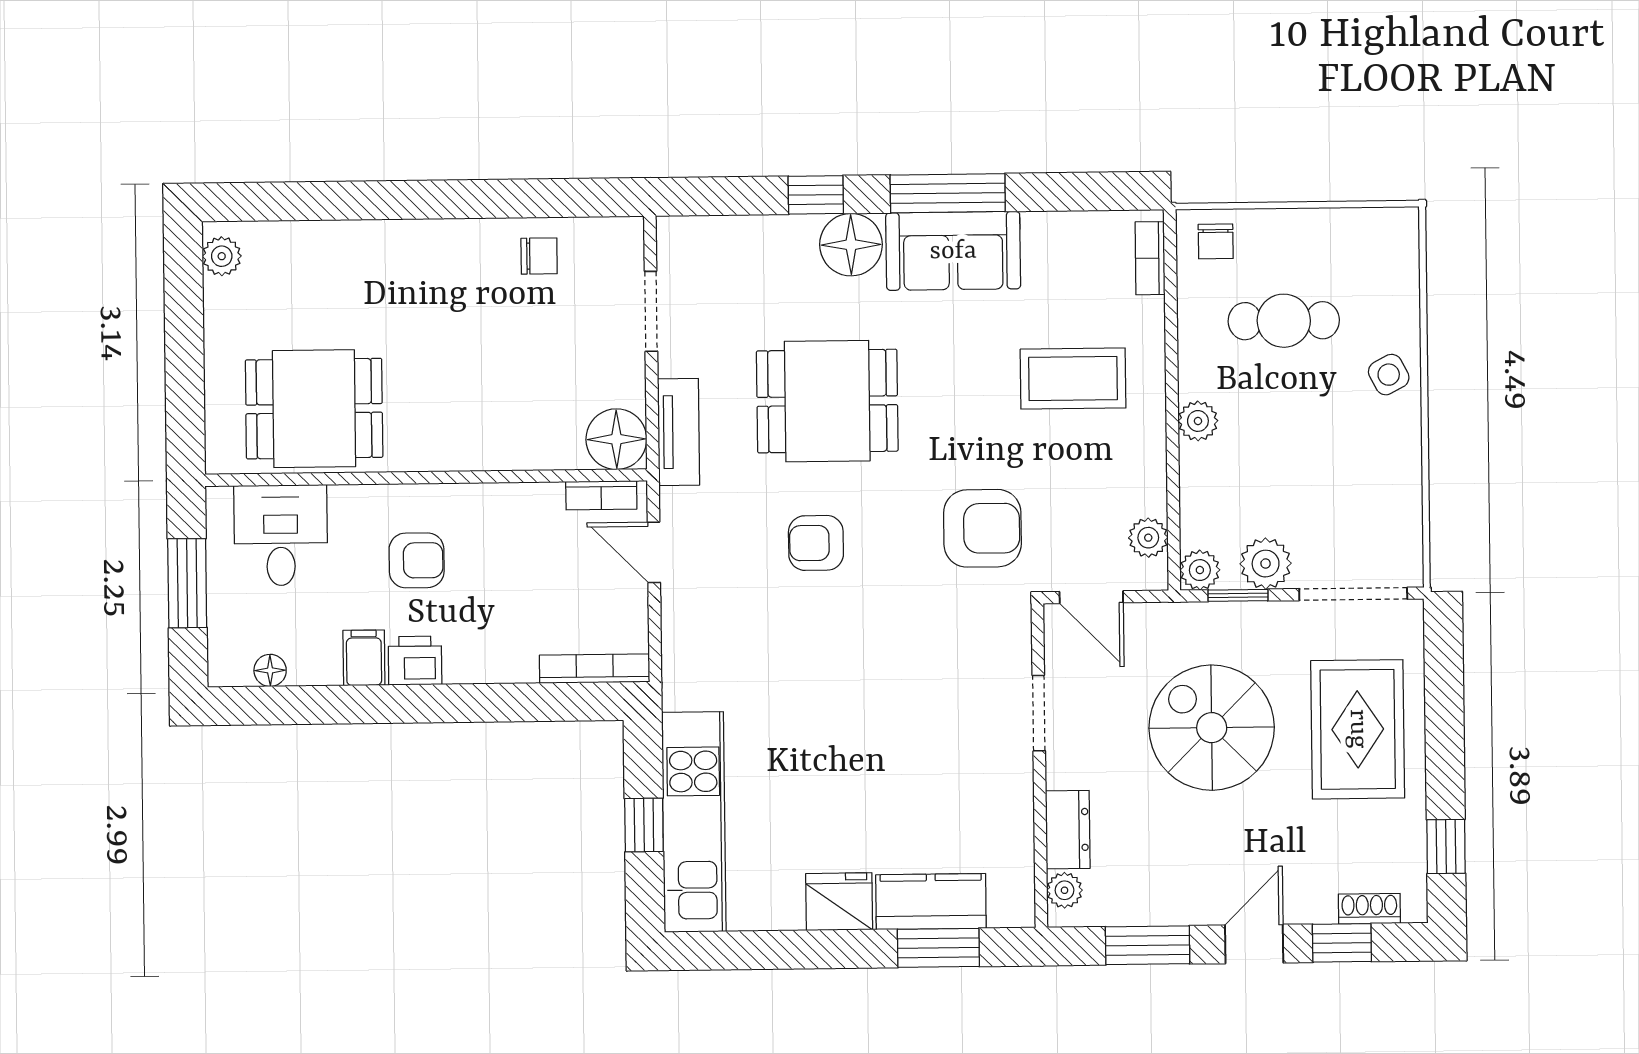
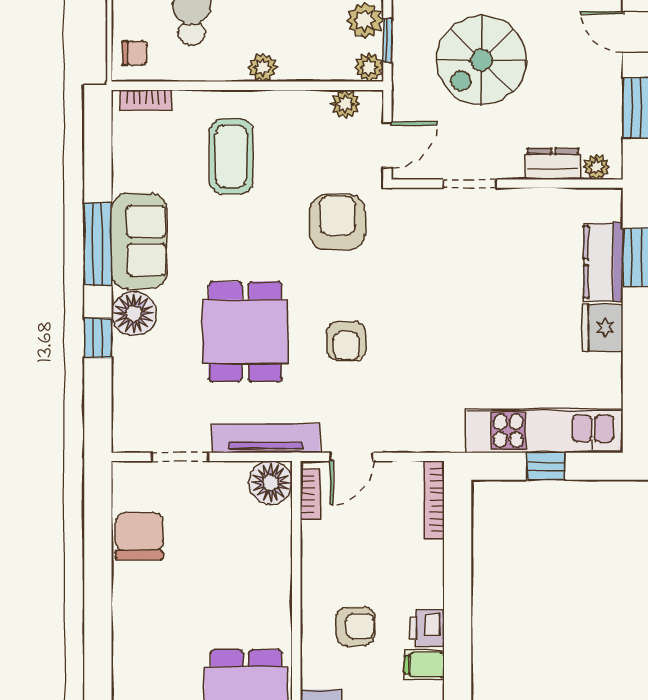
chair: (539, 256) -> (139, 536), width x1.87, depth x1.87
tv unit: (678, 432) -> (266, 438), width x1.41
armchair: (417, 560) -> (355, 626), turned 90

